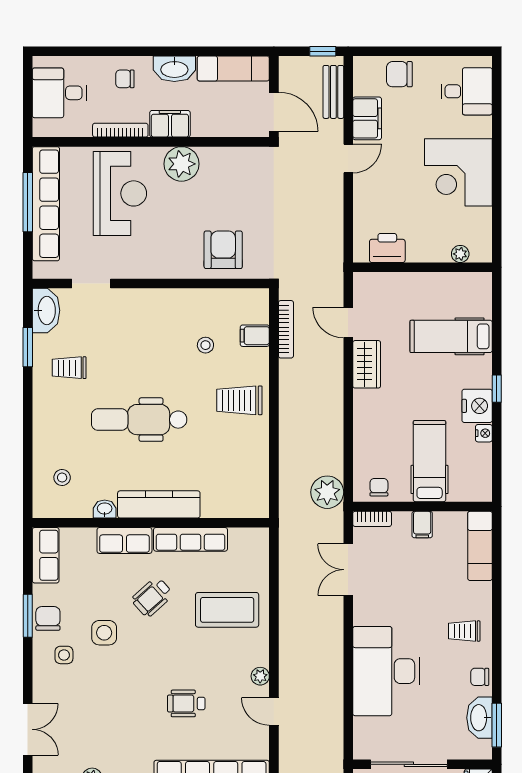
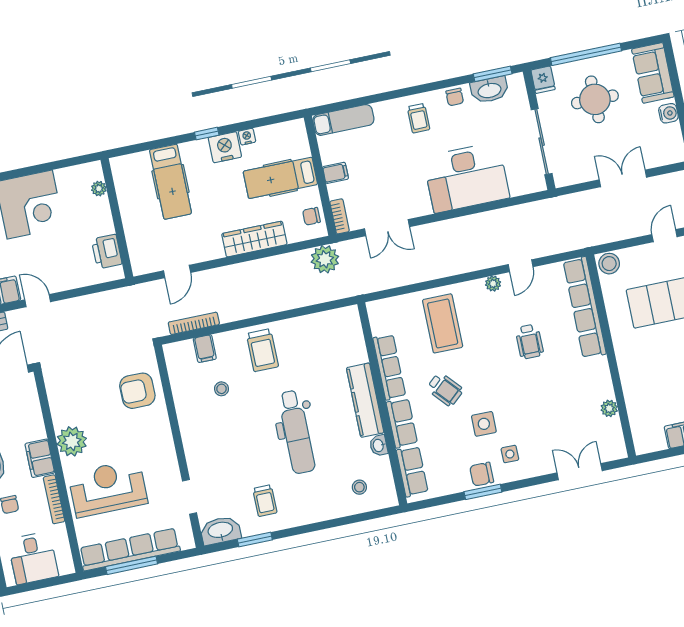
wardrobe: (367, 364) -> (254, 239), moved, width x1.50
row of seats: (46, 555) -> (412, 471), moved, turned 90

